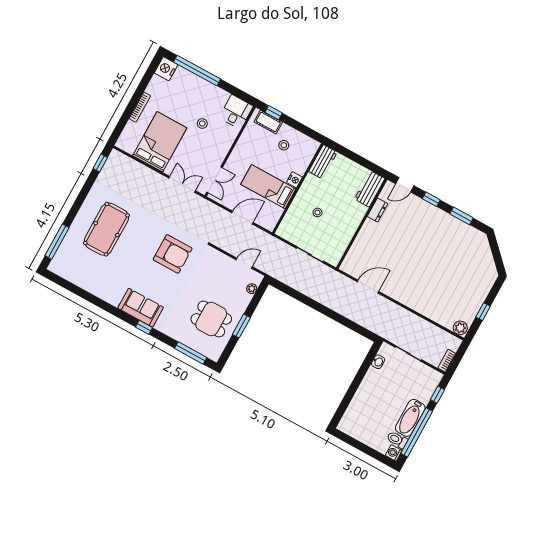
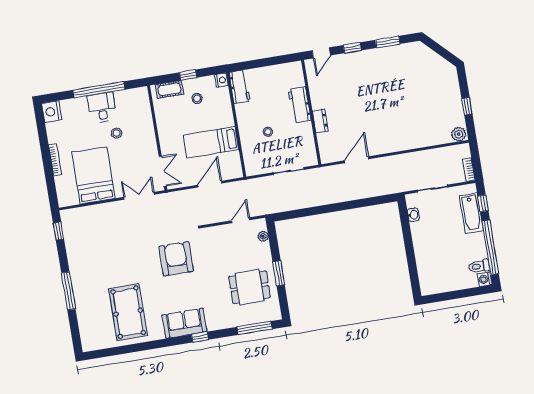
window: (197, 71) -> (99, 90), moved
desk: (236, 112) -> (102, 108), moved
window: (274, 113) -> (188, 75), moved
nightstand: (294, 180) -> (221, 80), moved
workbench: (370, 189) -> (300, 105), moved
dresser: (378, 210) -> (320, 121), moved
pool table: (106, 229) -> (128, 312), moved
window: (57, 242) -> (68, 291), moved
armchair: (173, 254) -> (176, 259), turned -90
bathtub: (410, 418) -> (471, 213), moved

